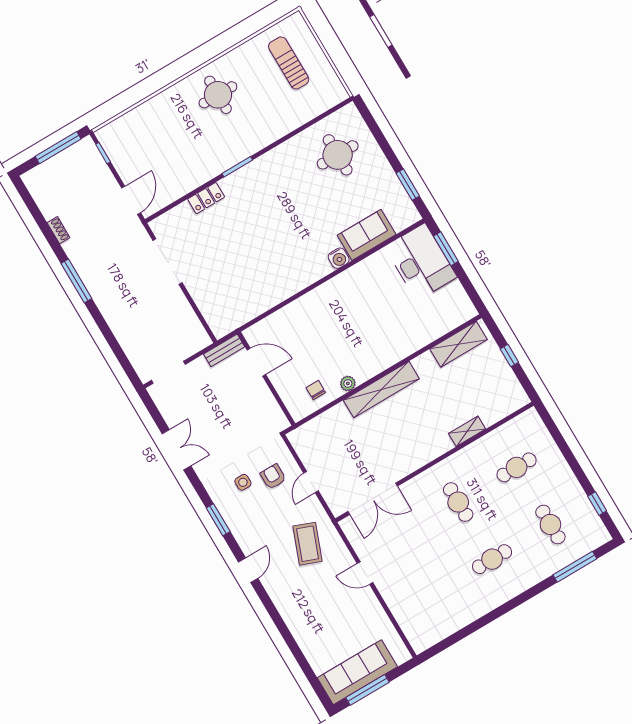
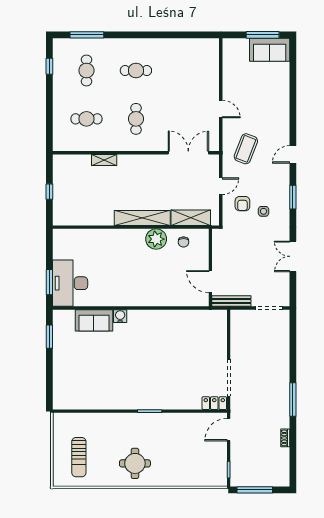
round table: (338, 155) -> (82, 381), removed
locker: (206, 198) -> (214, 403), moved
shelving: (458, 344) -> (191, 218), moved
bench: (224, 350) -> (231, 301), width x1.36
plant: (348, 383) -> (156, 239), width x1.88, depth x1.88
sofa: (357, 672) -> (270, 50), width x0.73

